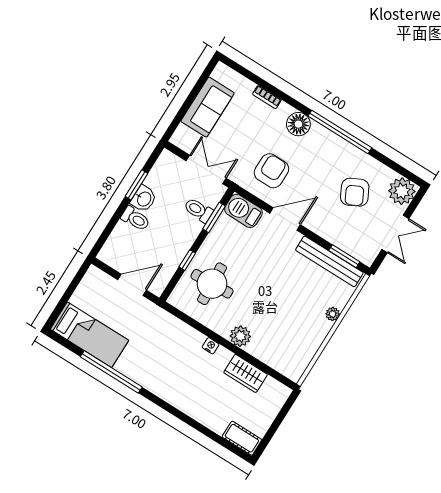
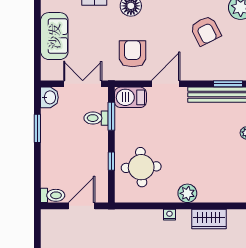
washbasin: (144, 199) -> (49, 97), moved
toilet: (135, 219) -> (53, 195), moved

